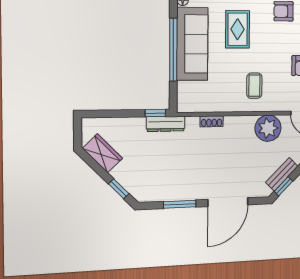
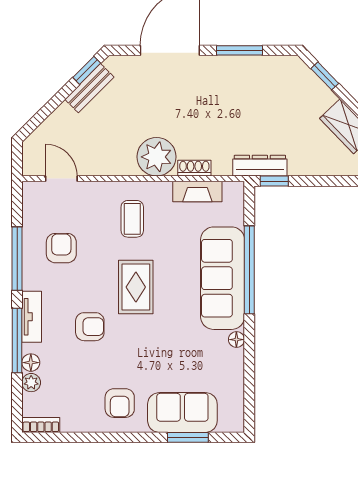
rug: (238, 29) -> (136, 287), moved
fireplace: (210, 105) -> (197, 191), added
plant: (268, 128) -> (157, 157), moved

